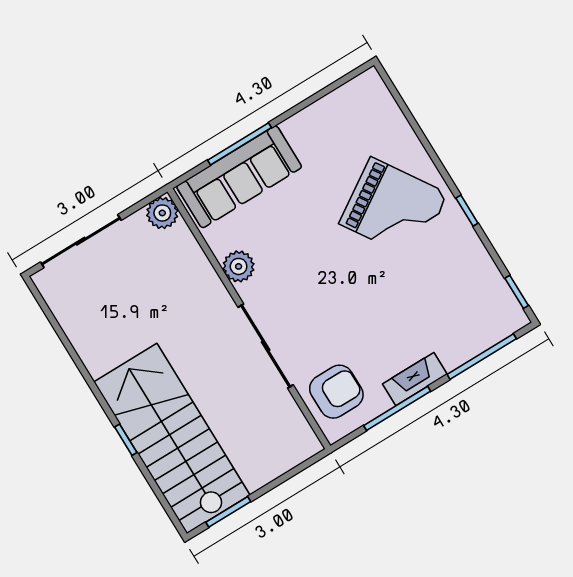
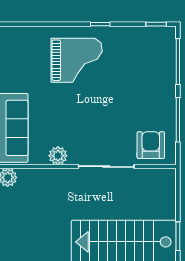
grand piano: (393, 209) -> (77, 60), turned 33
fireplace: (415, 379) -> (169, 102), removed

